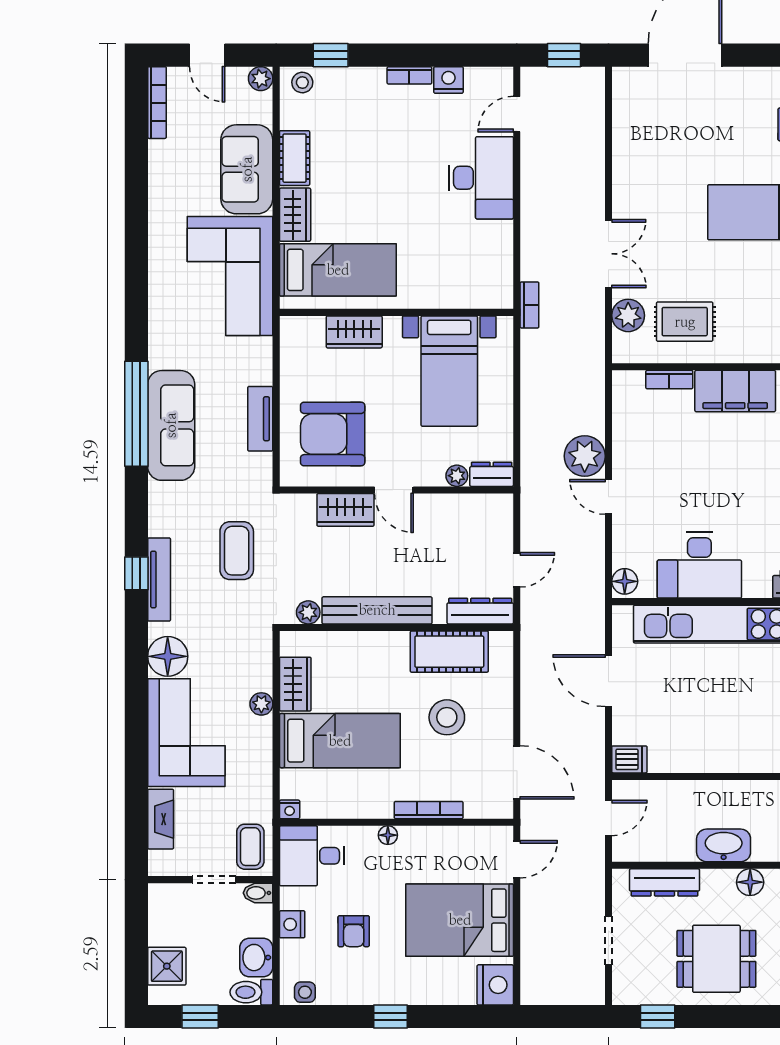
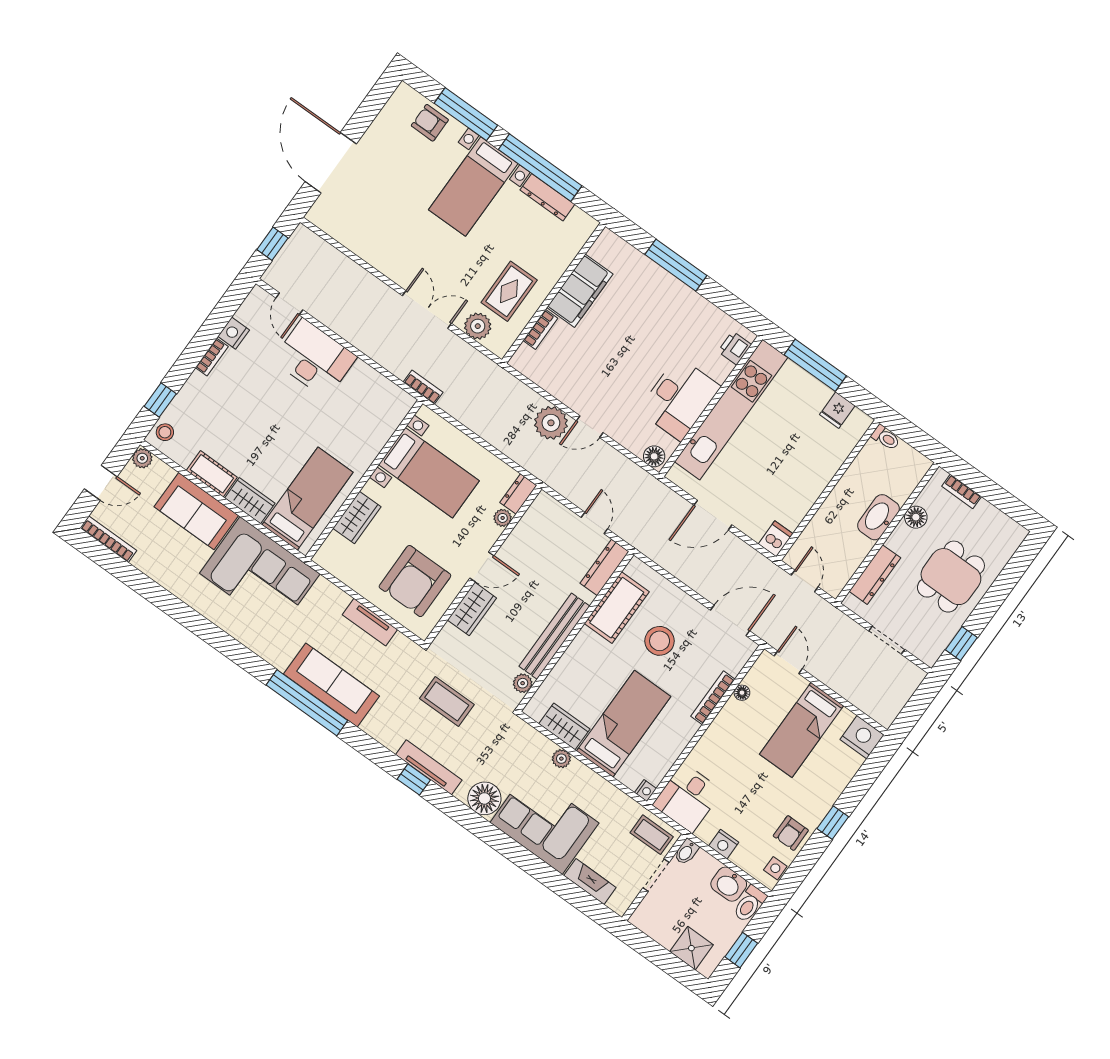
floor lamp: (388, 835) -> (742, 693), moved
bed: (460, 920) -> (802, 730), width x0.67
armchair: (354, 931) -> (791, 833), moved, turned 90

